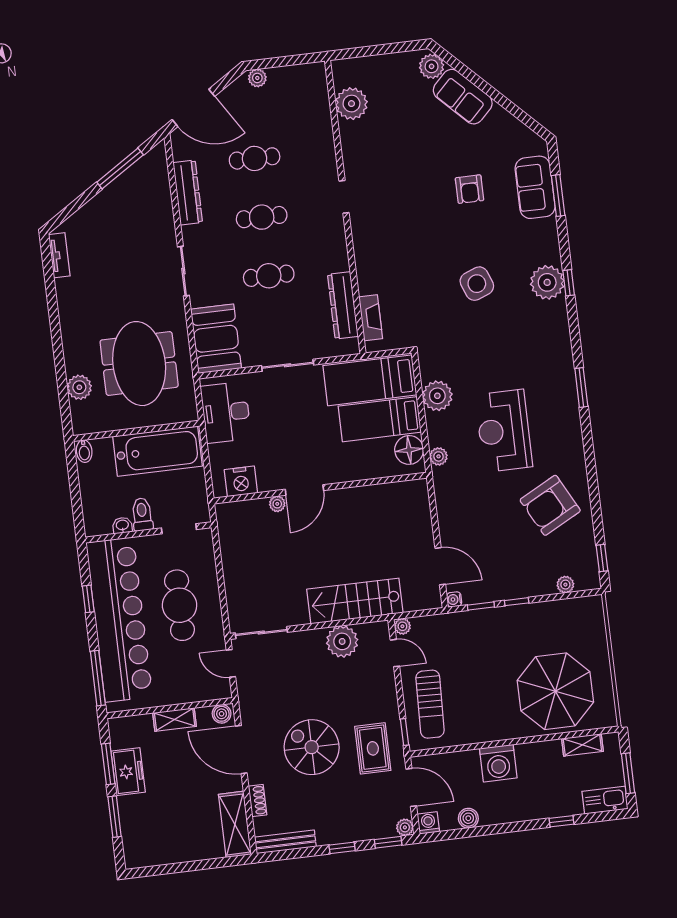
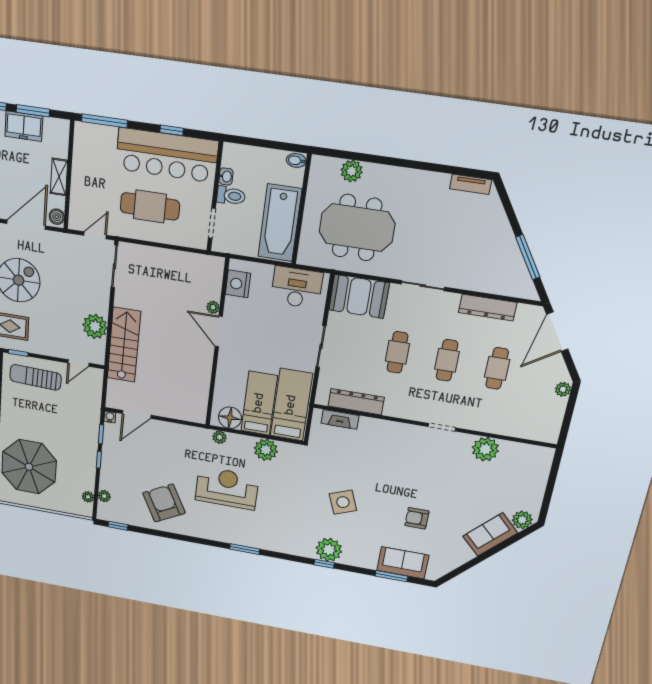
plant: (351, 104) -> (485, 449), moved
bar counter: (119, 620) -> (167, 155), width x0.73
plant: (402, 626) -> (88, 497), moved

